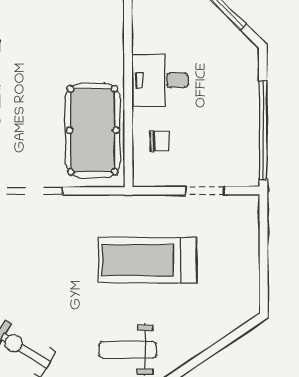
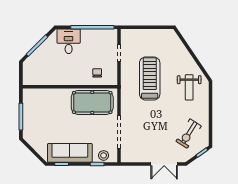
desk: (160, 80) -> (69, 41), moved, turned 180
treadmill: (147, 260) -> (150, 78), turned 180

